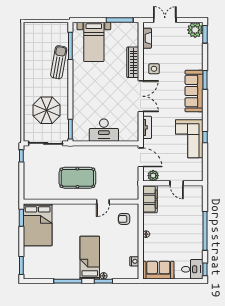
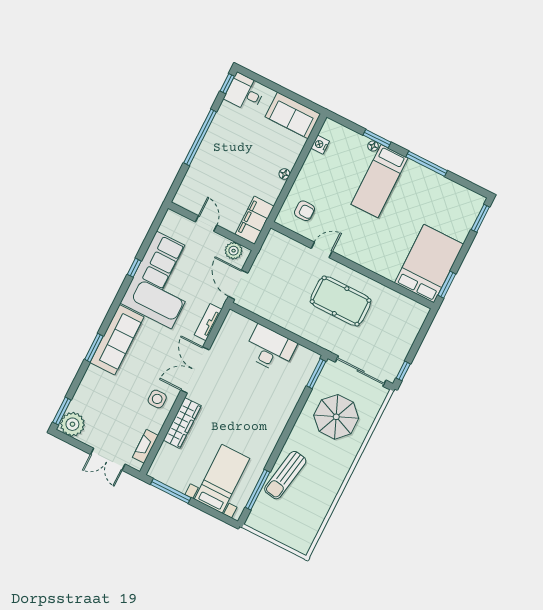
corner sofa: (189, 139) -> (164, 280), width x1.36, depth x1.36

